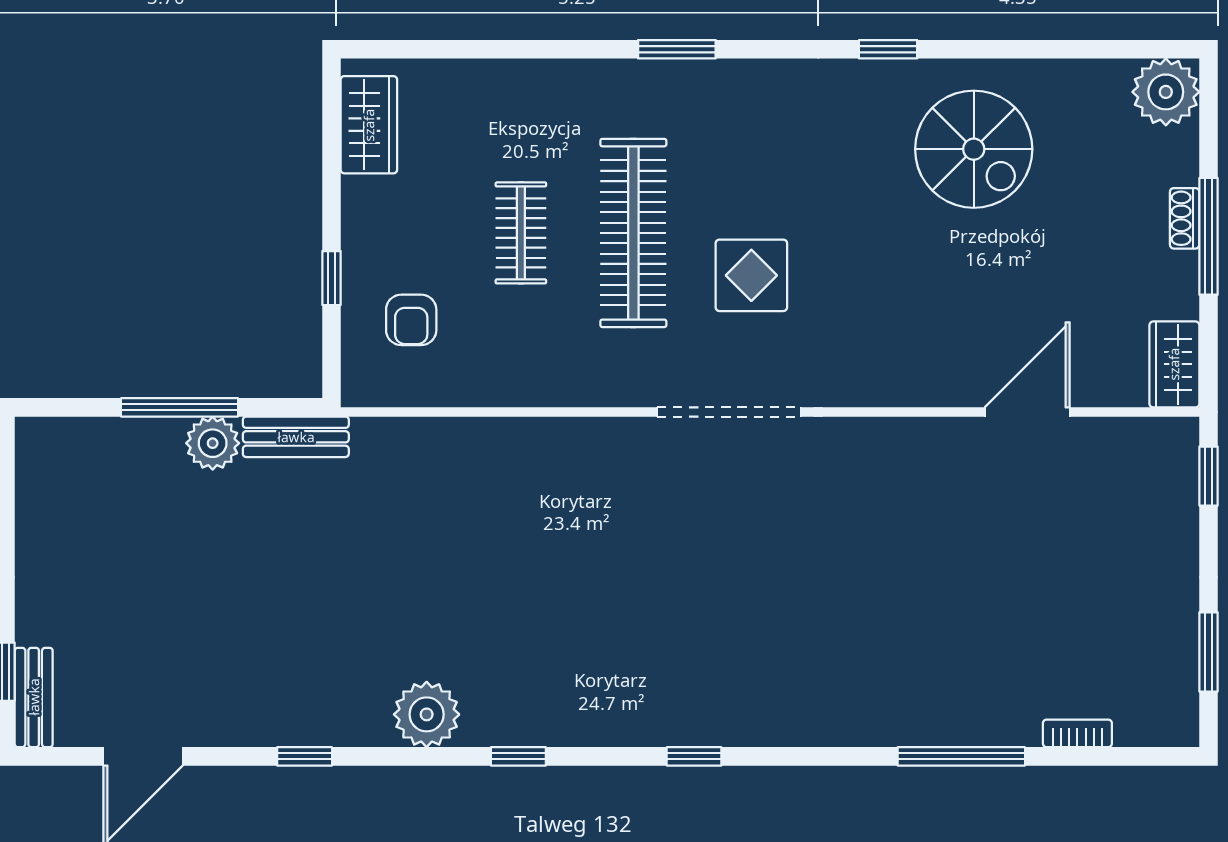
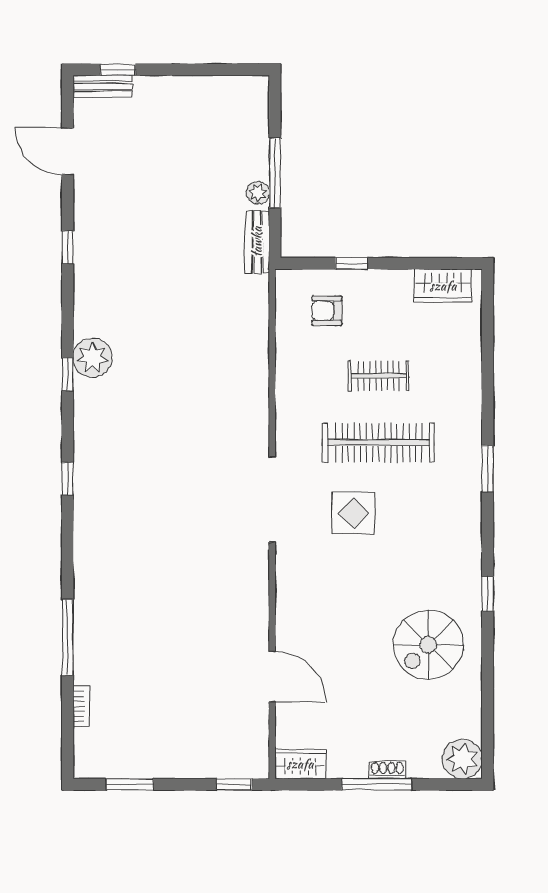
plant: (213, 443) -> (258, 193), width x0.73, depth x0.73
plant: (427, 714) -> (92, 358), moved

